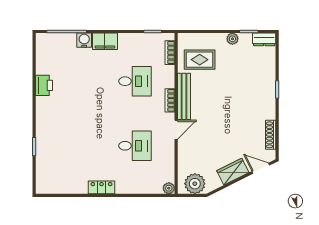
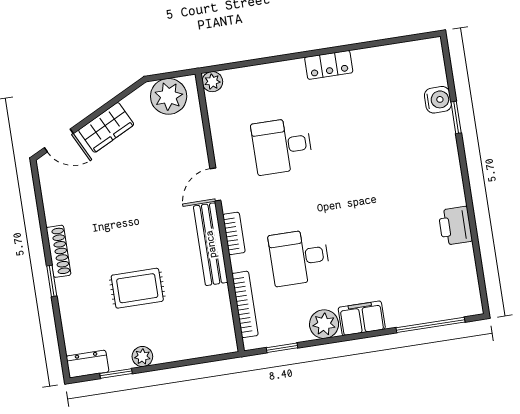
water cooler: (84, 40) -> (438, 100), moved, turned -90
plant: (127, 41) -> (324, 324), added
bookcase: (170, 53) -> (245, 304), width x1.56
rug: (200, 60) -> (137, 288), moved
shoe rack: (271, 135) -> (59, 251), moved

